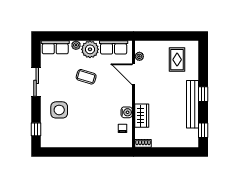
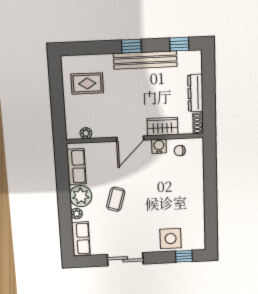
door: (134, 74) -> (130, 139), moved
side table: (59, 110) -> (171, 239), moved
dresser: (166, 142) -> (195, 93), added

